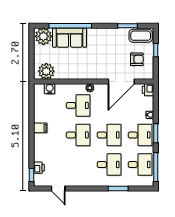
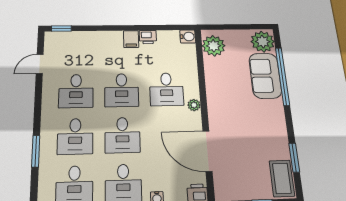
armchair: (137, 59) -> (244, 174), removed
water cooler: (50, 89) -> (188, 37), moved
desk: (78, 165) -> (76, 91), added
printer: (39, 168) -> (148, 37), moved

